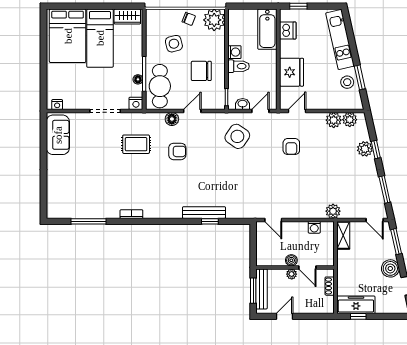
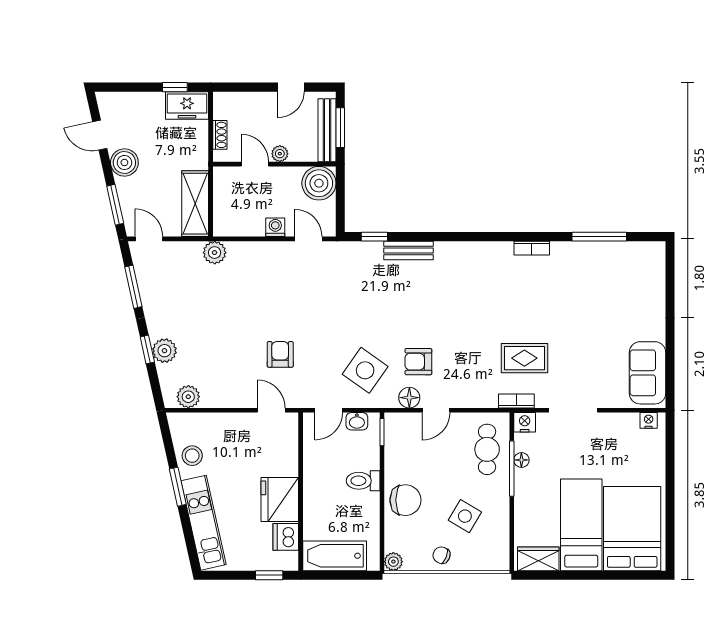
plant: (214, 20) -> (393, 562), width x0.53, depth x0.53
bathtub: (267, 29) -> (335, 556), moved, turned -90
side table: (174, 44) -> (465, 516), turned 45
washing machine: (234, 52) -> (370, 503), removed
chair: (201, 71) -> (405, 500), moved
fridge: (292, 72) -> (280, 499), moved
window: (360, 77) -> (178, 487), moved
cafe table: (160, 86) -> (487, 449), width x0.73, depth x0.74
door: (297, 111) -> (271, 410), swing flipped
bookcase: (141, 117) -> (516, 401), added
floor lamp: (172, 119) -> (409, 398), moved
plant: (334, 120) -> (214, 396), removed
armchair: (177, 151) -> (418, 362), moved
bench: (204, 213) -> (409, 250), width x0.73
window: (210, 221) -> (374, 237), moved
washing machine: (314, 227) -> (275, 227), moved
shelving: (343, 235) -> (195, 204), width x1.50, depth x1.33
boiler: (291, 260) -> (319, 183), moved, width x1.86, depth x1.86
freezer: (356, 305) -> (187, 105), width x0.71

